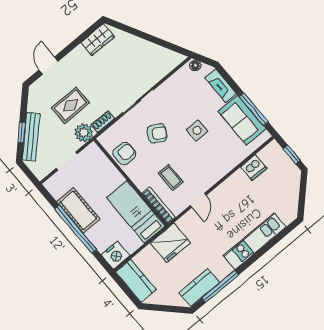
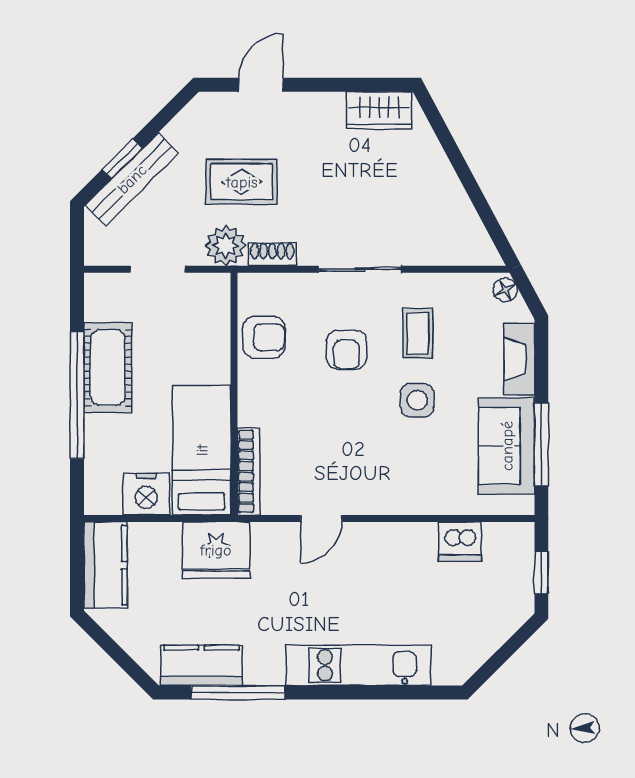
armchair: (157, 134) -> (347, 350), turned 60
coffee table: (171, 177) -> (418, 333), moved
nightstand: (115, 255) -> (146, 494), moved

